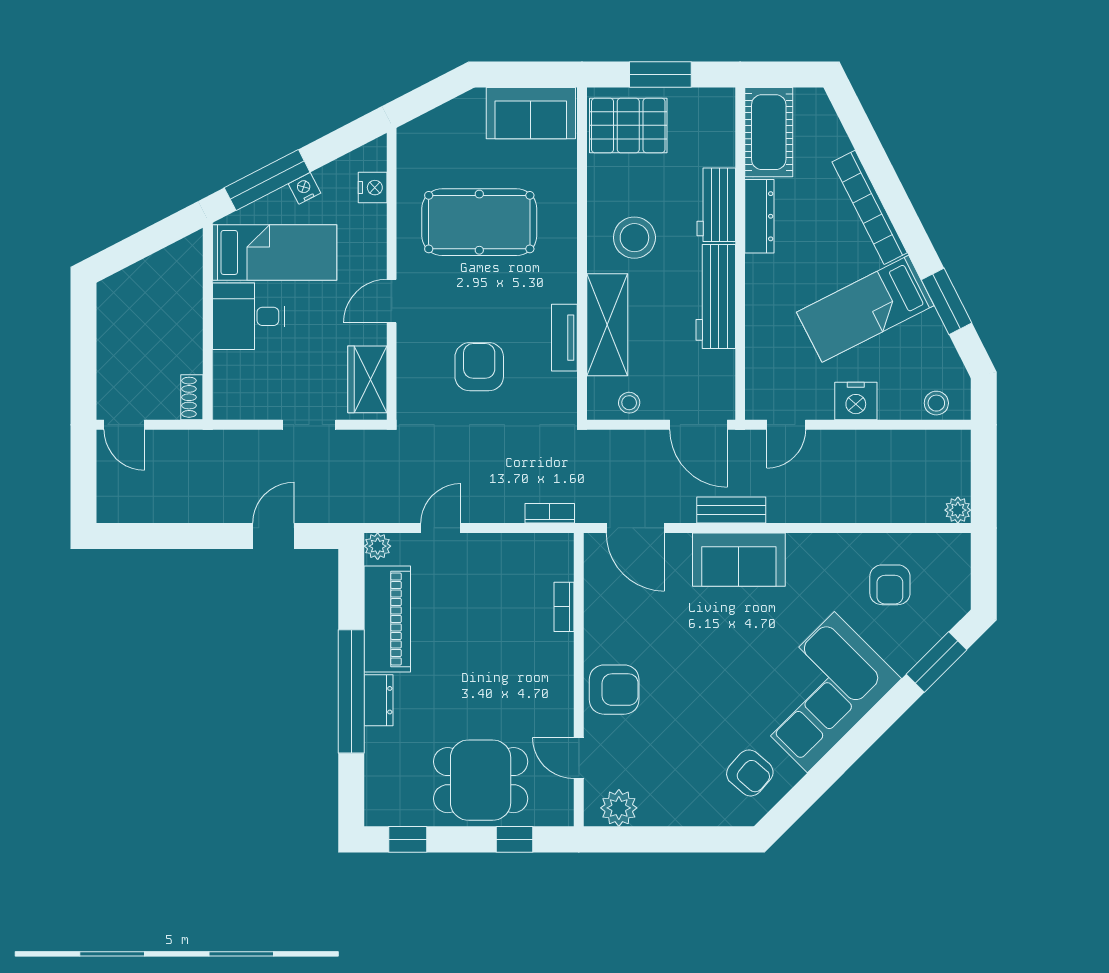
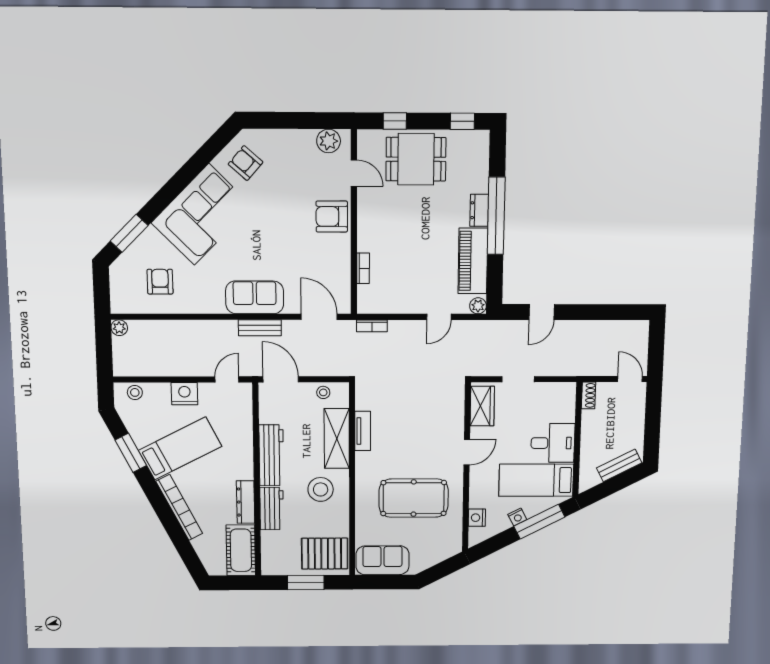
bench: (136, 278) -> (619, 465), added
armchair: (479, 367) -> (414, 414), removed

